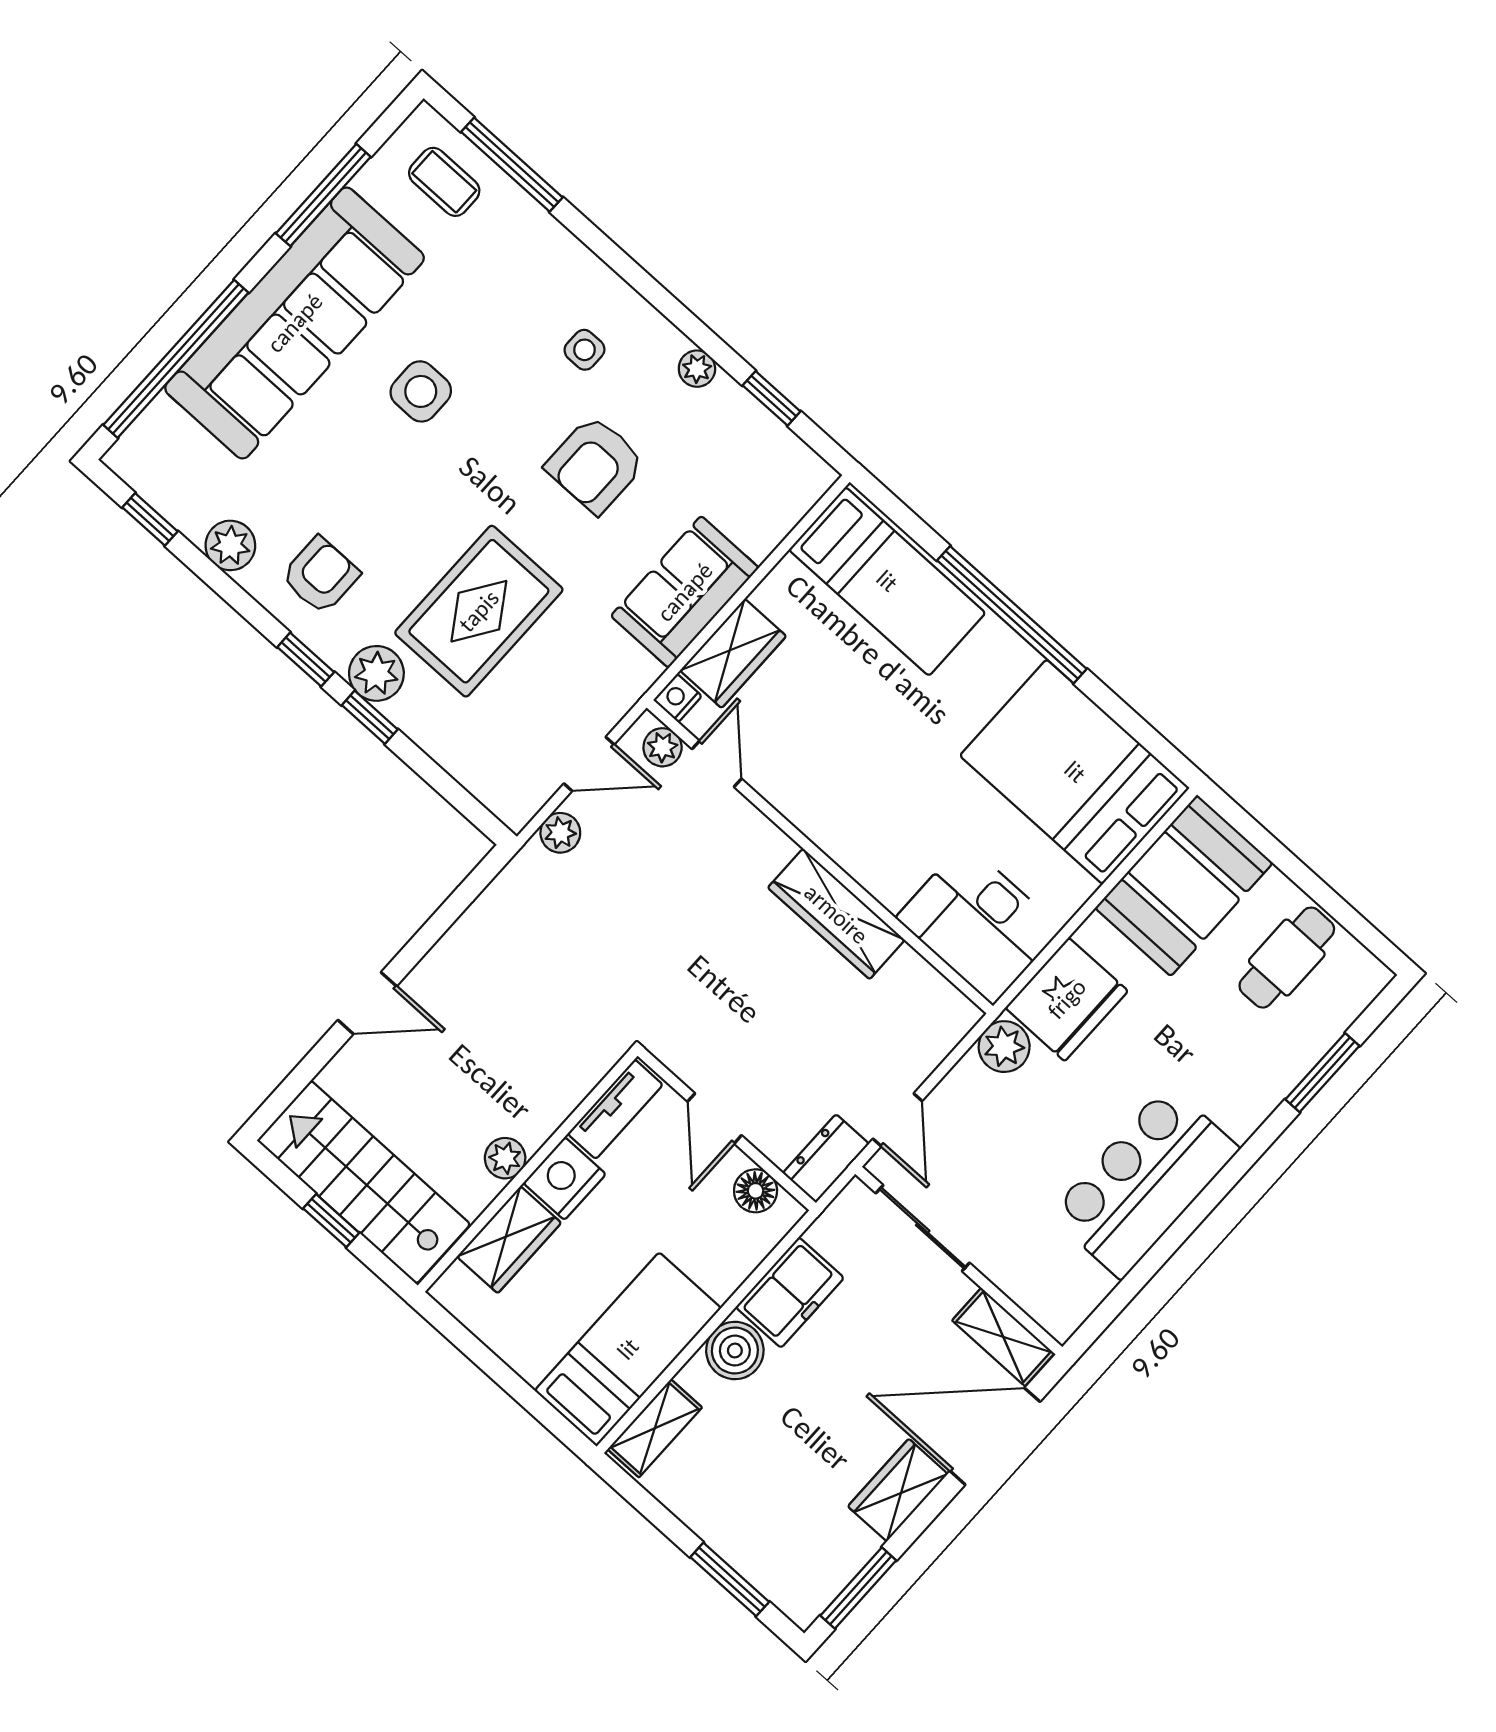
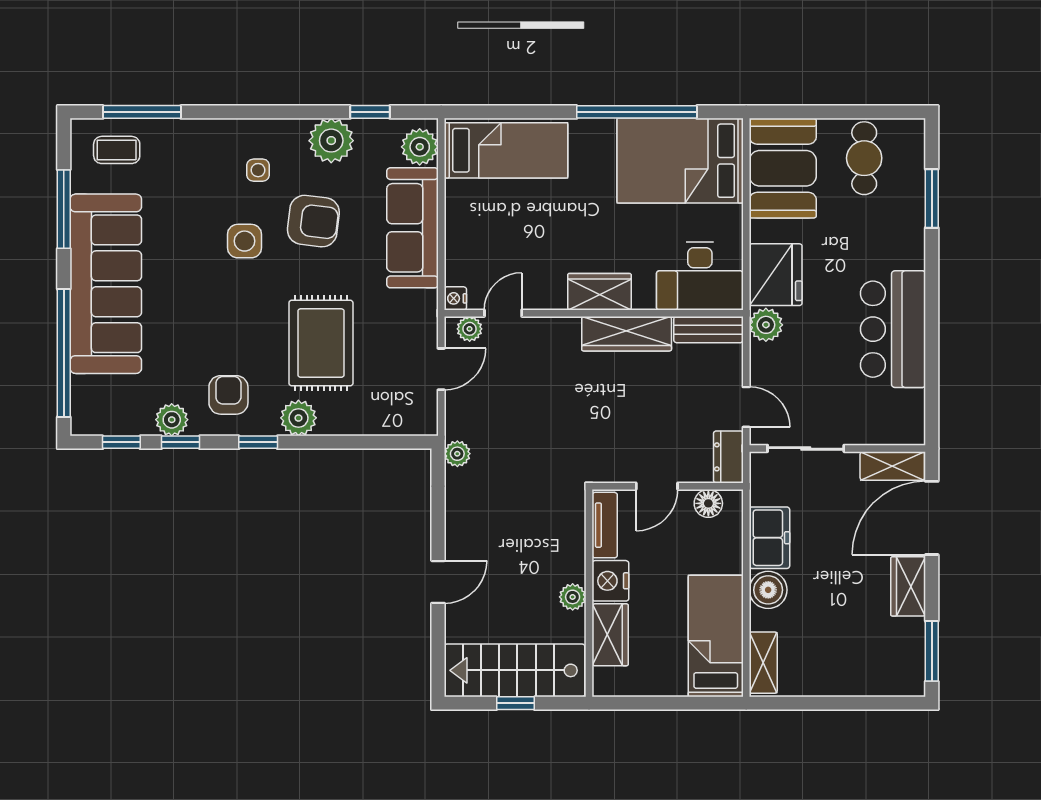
plant: (697, 369) -> (331, 141), width x1.88, depth x1.88
side table: (421, 391) -> (244, 241), moved
armchair: (595, 464) -> (313, 221), turned -83
plant: (792, 489) -> (420, 147), added
sofa: (685, 592) -> (412, 228), width x1.36
window: (1012, 615) -> (637, 112), moved
wardrobe: (733, 653) -> (599, 292), moved, turned -90
window: (370, 717) -> (180, 442), moved
door: (717, 764) -> (503, 313), hinge flipped
plant: (560, 833) -> (457, 454), moved
bench: (934, 993) -> (708, 330), added
door: (715, 1118) -> (657, 486), hinge flipped
window: (730, 1579) -> (866, 703), removed

